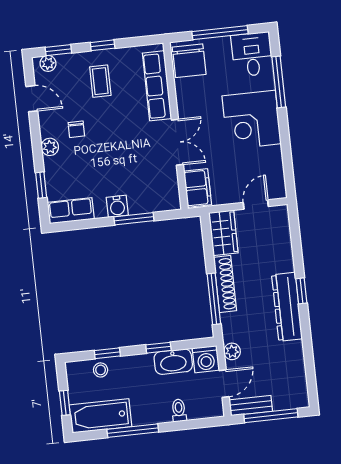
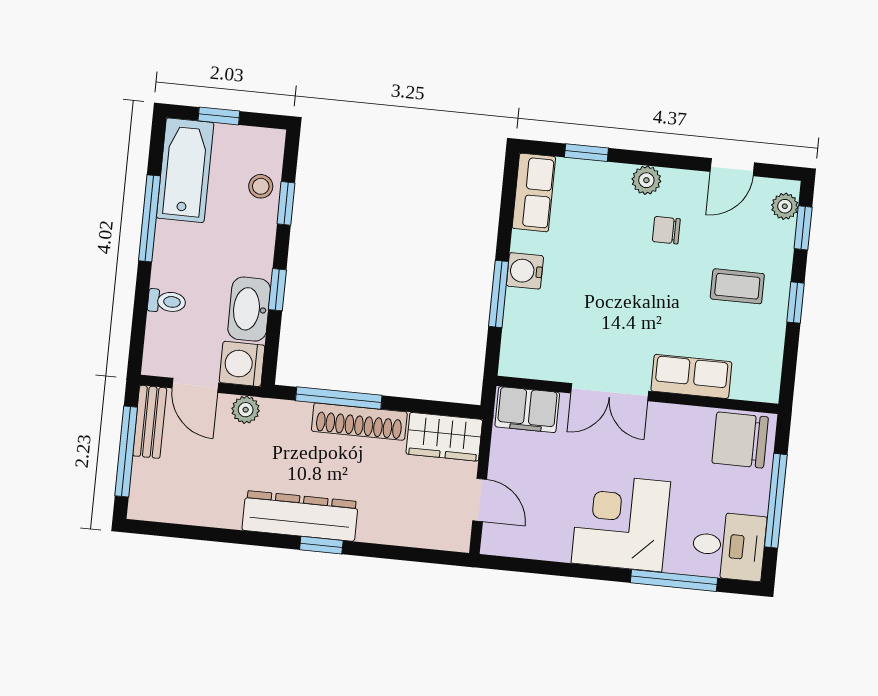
row of seats: (157, 86) -> (691, 376), width x0.68

